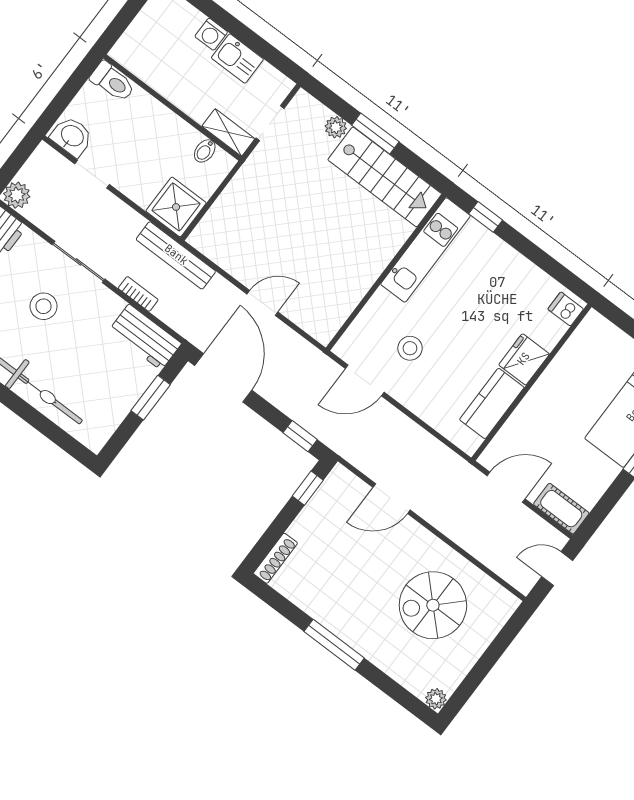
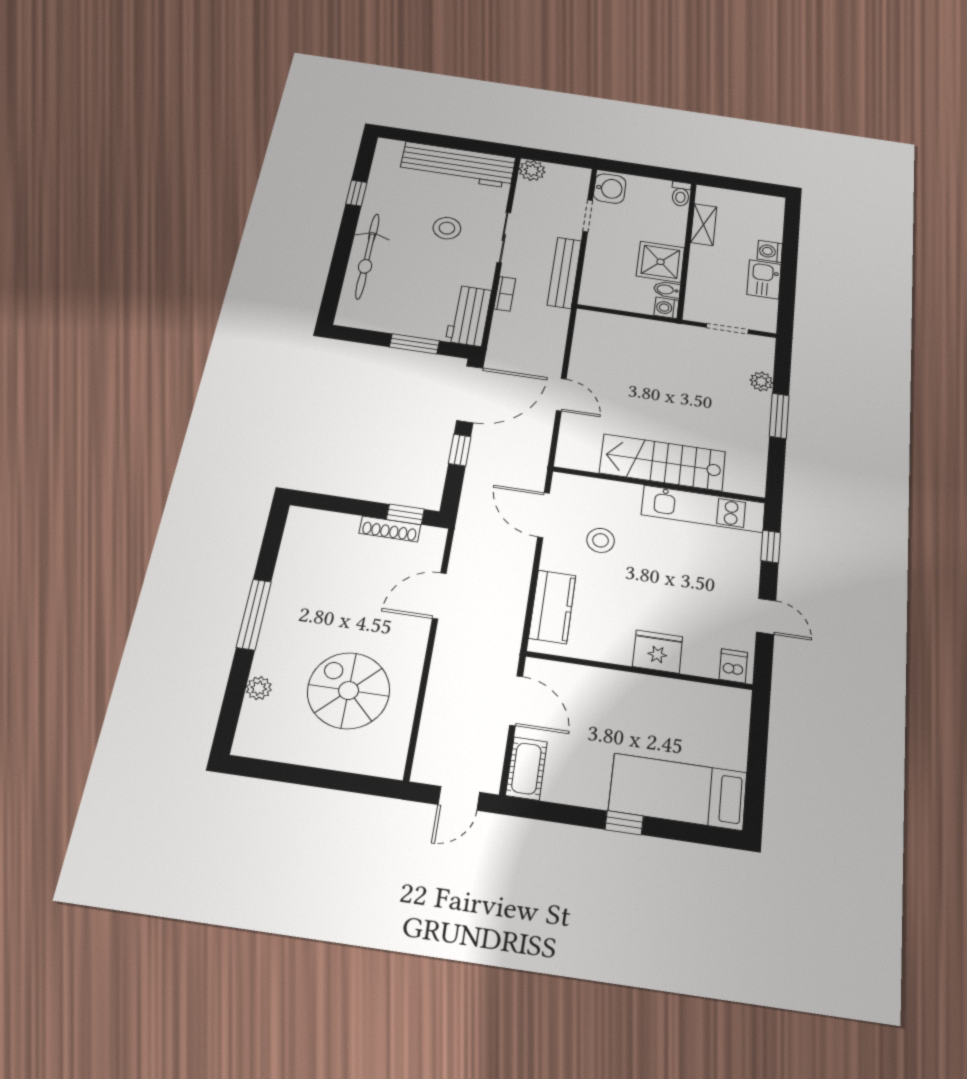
toilet: (113, 82) -> (681, 194), width x0.73, depth x0.72
shelving: (228, 132) -> (704, 225), moved
washing machine: (223, 163) -> (666, 308), added
stairs: (385, 177) -> (663, 462), moved, turned 90
shower: (176, 207) -> (661, 262), moved
bench: (176, 255) -> (564, 273), moved
door: (540, 258) -> (766, 616), added
kitchen counter: (492, 403) -> (552, 607), moved, turned 90
window: (300, 436) -> (460, 450), moved
door: (392, 499) -> (439, 596), hinge flipped
shoe rack: (275, 558) -> (390, 529), moved
door: (557, 569) -> (459, 798), swing flipped
plant: (436, 699) -> (259, 688), moved

